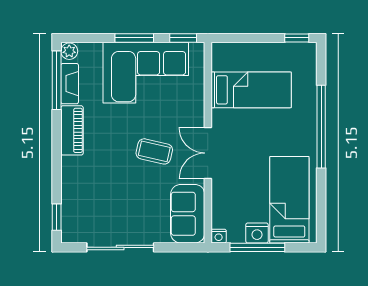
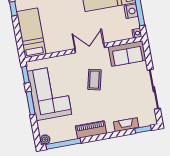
fireplace: (70, 84) -> (126, 125), moved
bed: (251, 90) -> (31, 33), moved
double door: (208, 153) -> (90, 48), swing flipped

